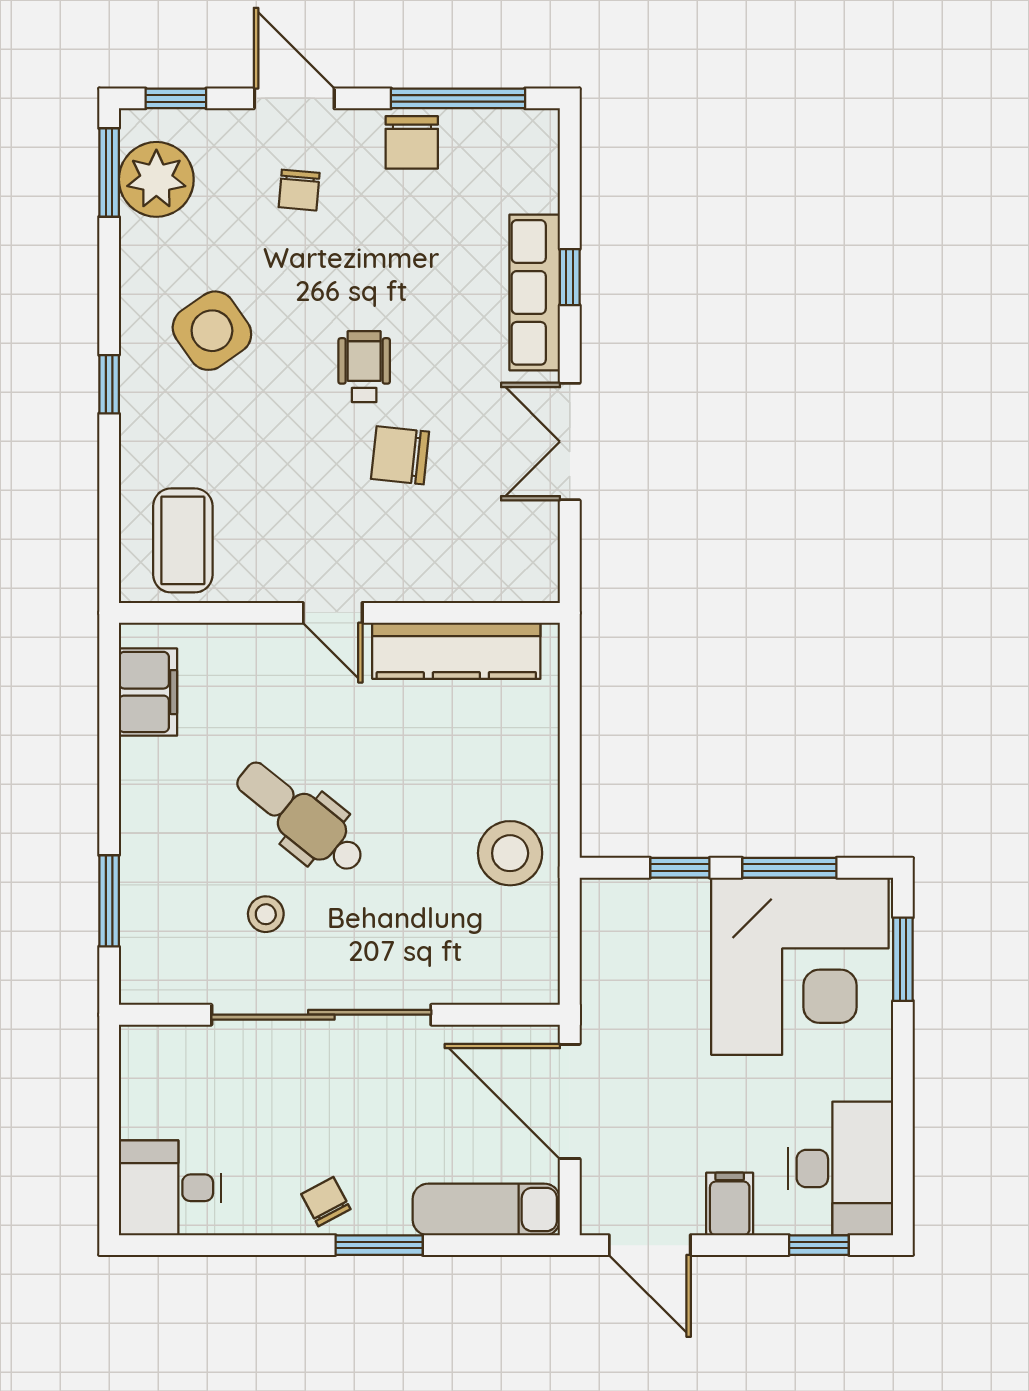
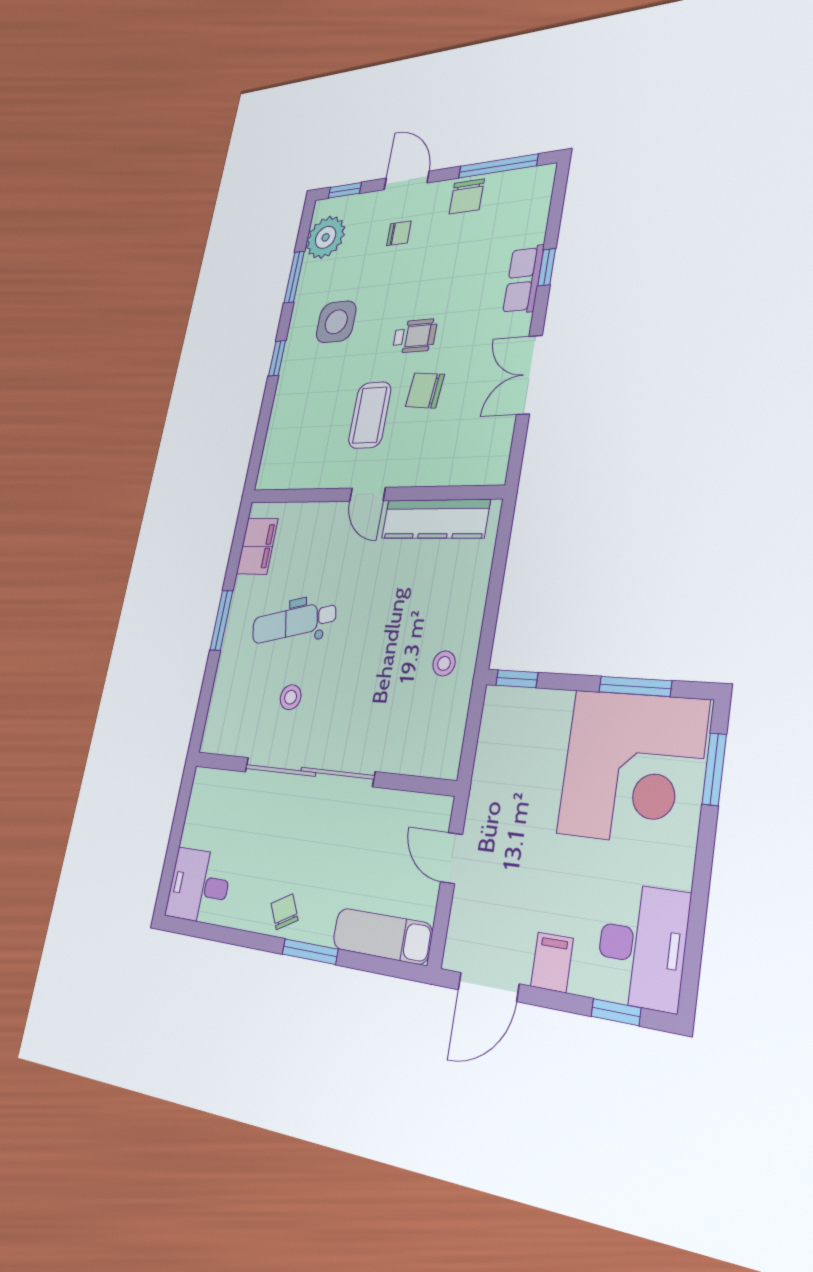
window: (109, 173) -> (294, 277), moved
chair: (299, 190) -> (399, 233), turned -95
row of seats: (535, 292) -> (523, 279), width x0.68
side table: (212, 331) -> (336, 322), turned 35
wheelchair: (364, 367) -> (415, 336), turned 90
coffee table: (183, 540) -> (370, 415), moved
dental chair: (301, 818) -> (294, 622), moved, turned -52
stool: (510, 853) -> (444, 663), width x0.53, depth x0.53
window: (680, 868) -> (517, 679), moved
window: (109, 901) -> (221, 620), moved
door: (570, 1101) -> (452, 858), width x0.53
door: (650, 1245) -> (488, 987), hinge flipped

